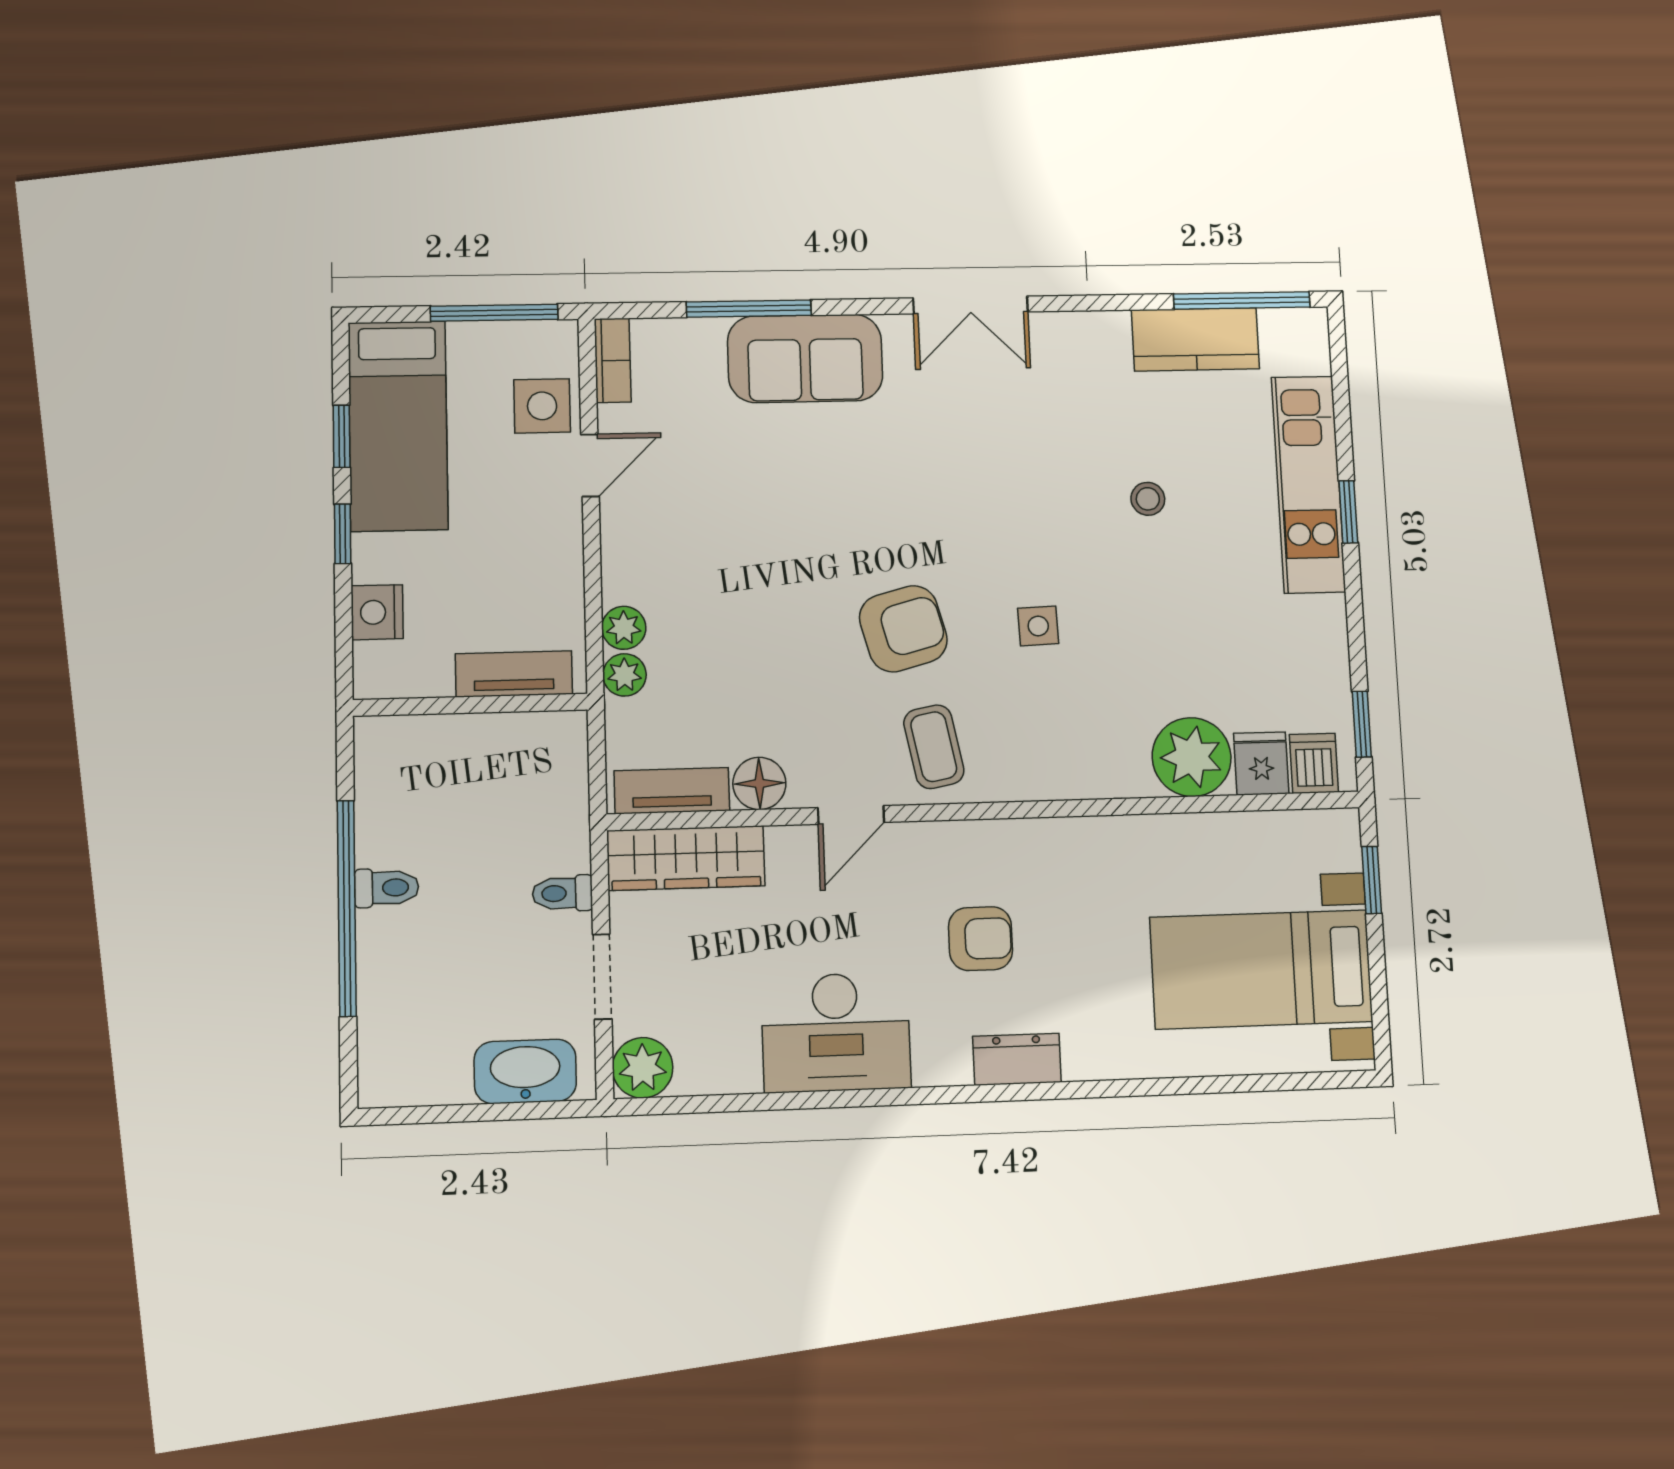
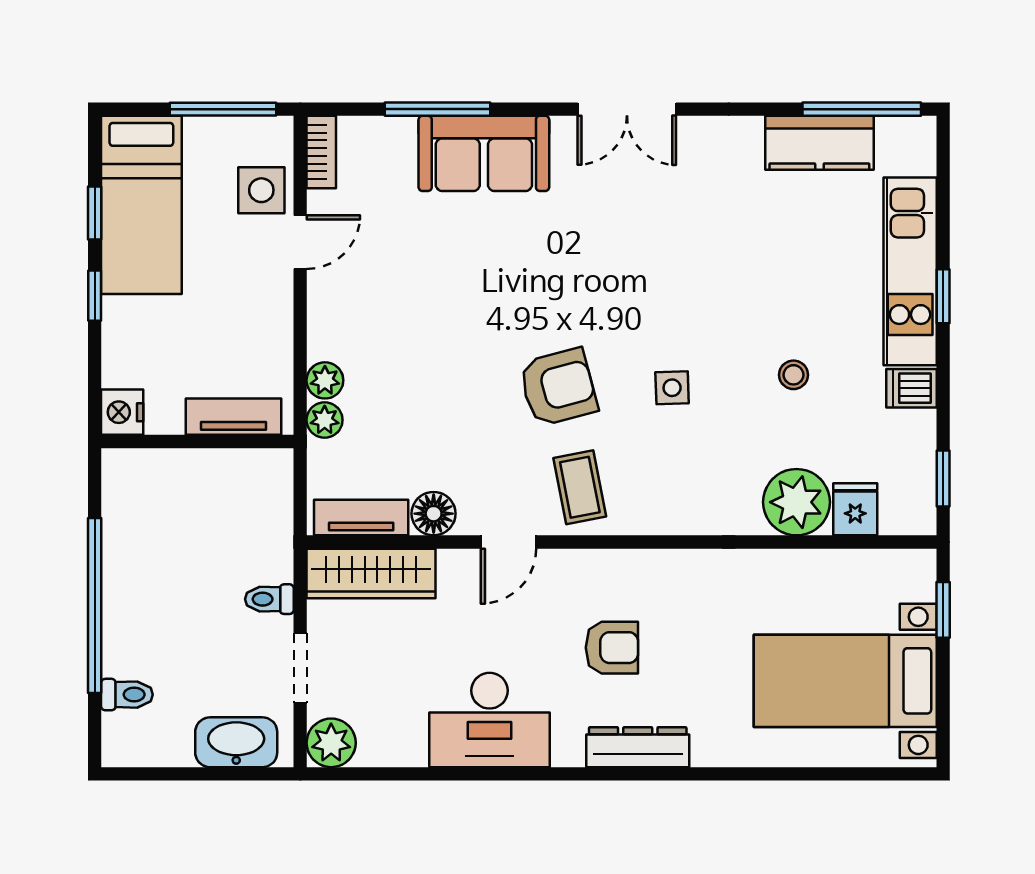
stool: (1148, 499) -> (793, 375), moved
nightstand: (377, 612) -> (122, 412), moved
dishwasher: (1314, 763) -> (911, 388), moved, turned -90
toilet: (387, 888) -> (127, 695), moved
dresser: (1017, 1059) -> (638, 747), width x1.44

